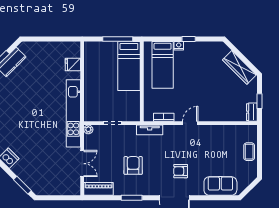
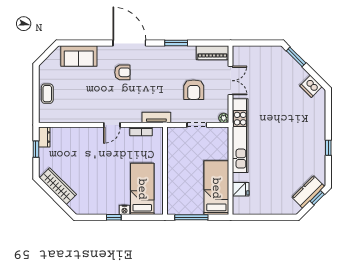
bed: (129, 66) -> (216, 188), moved
double door: (82, 164) -> (231, 81), swing flipped
armchair: (133, 165) -> (194, 90), moved

